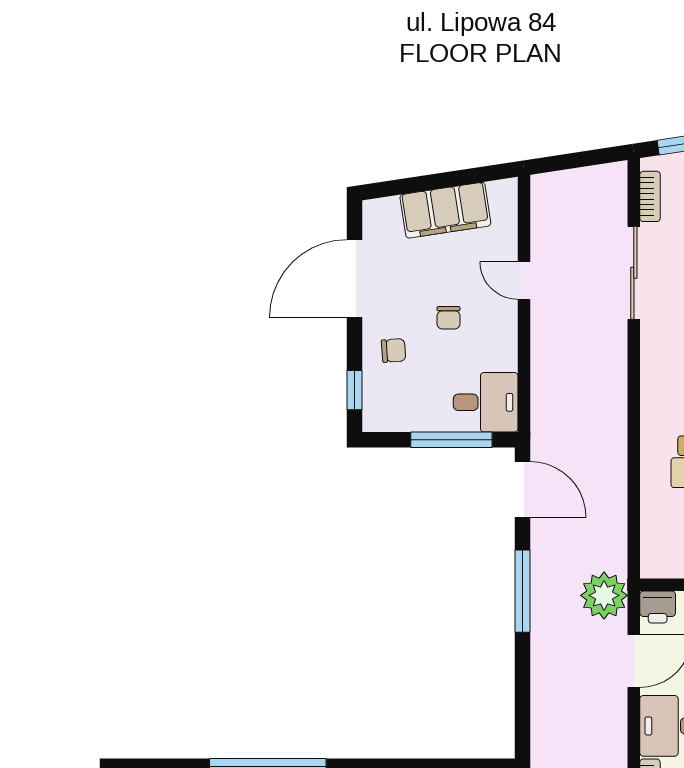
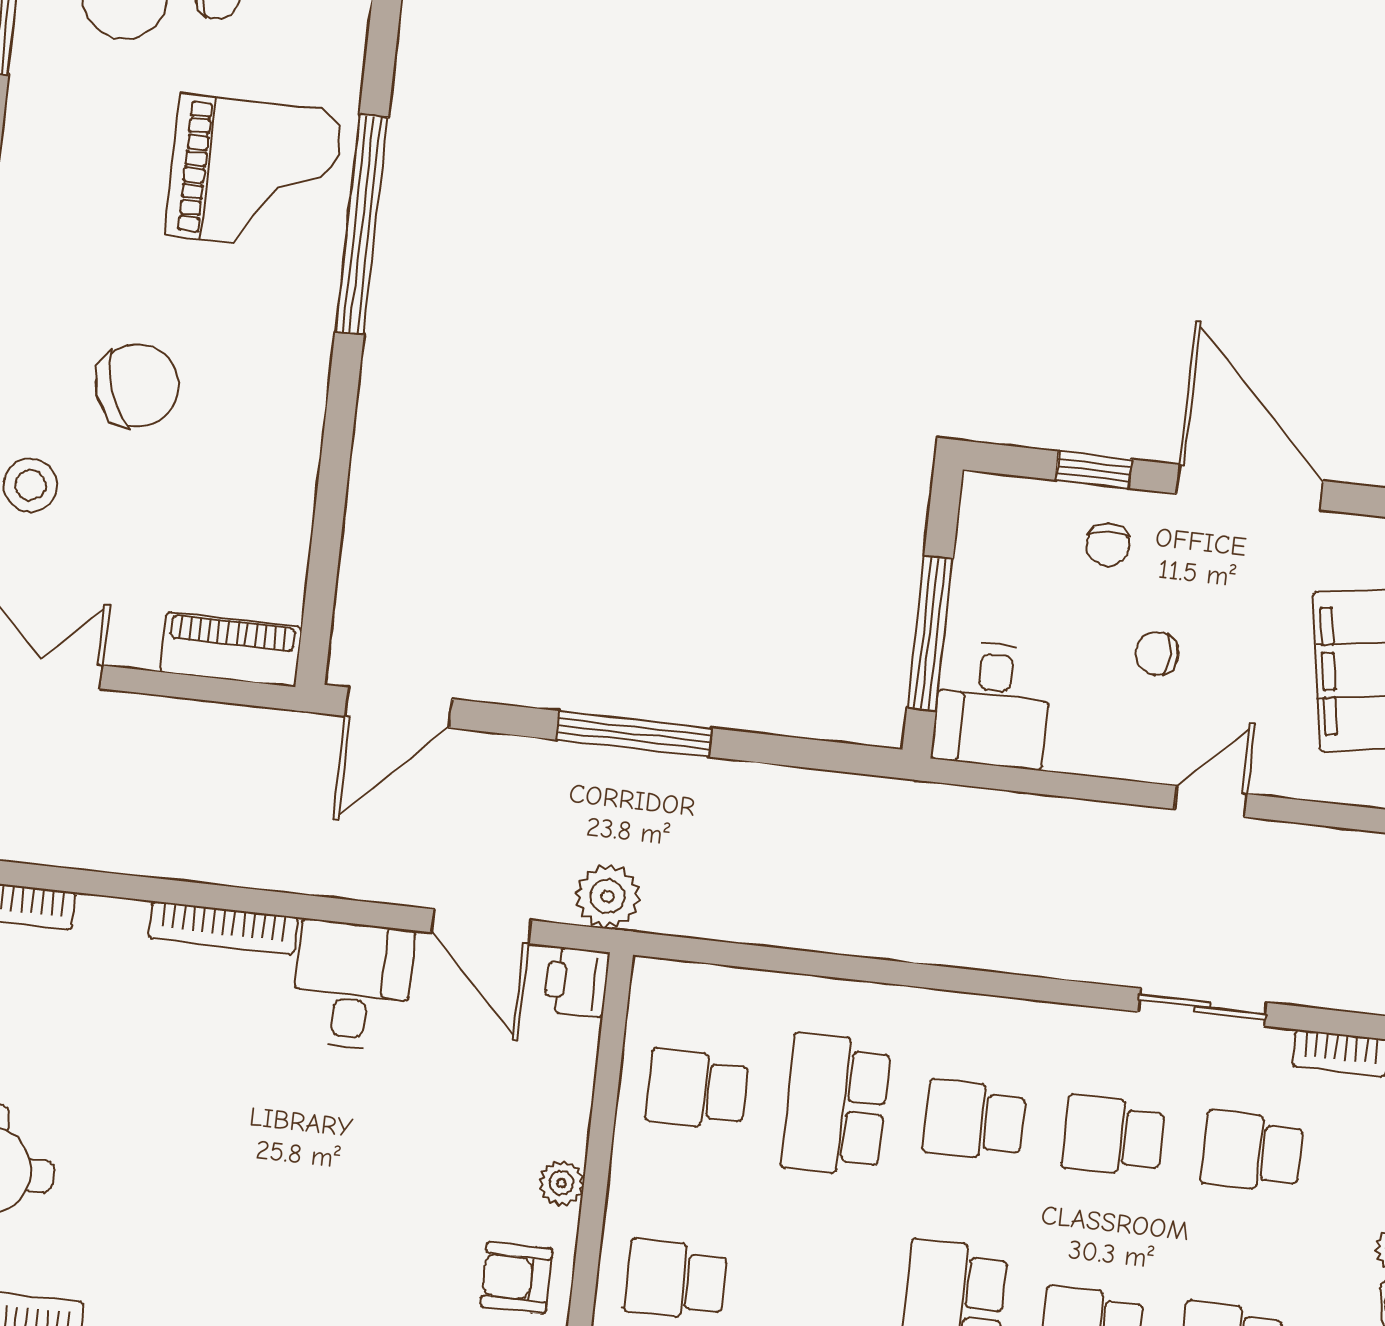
sliding door: (634, 273) -> (1202, 1007), width x0.73
window: (355, 390) -> (1094, 470), moved
door: (522, 489) -> (399, 707), moved
plant: (604, 595) -> (608, 896), width x0.73, depth x0.73

